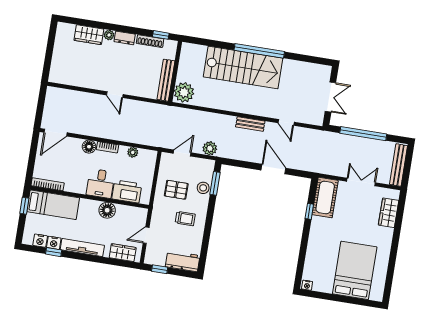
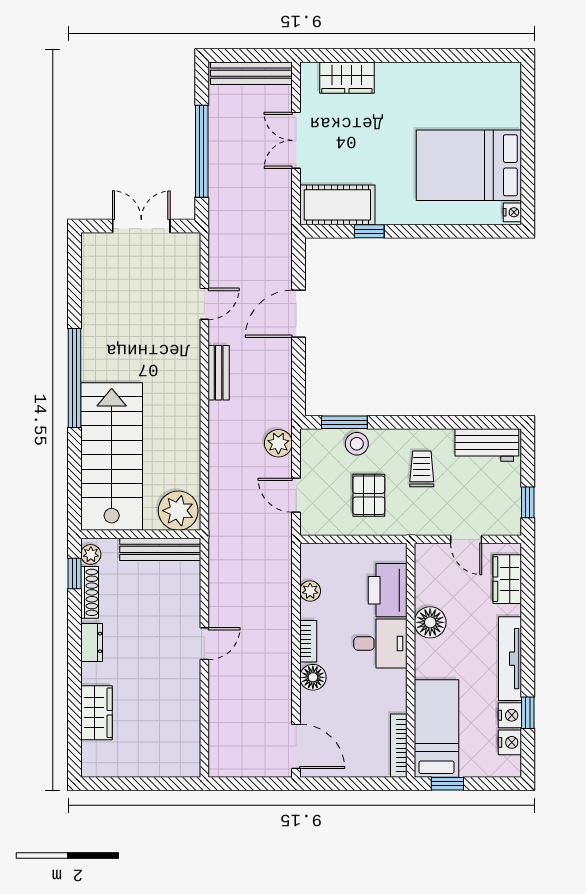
plant: (109, 35) -> (91, 554), moved
stairs: (243, 68) -> (112, 456), moved
workbench: (183, 261) -> (487, 445), moved, turned -90
bed: (355, 270) -> (469, 165), moved

